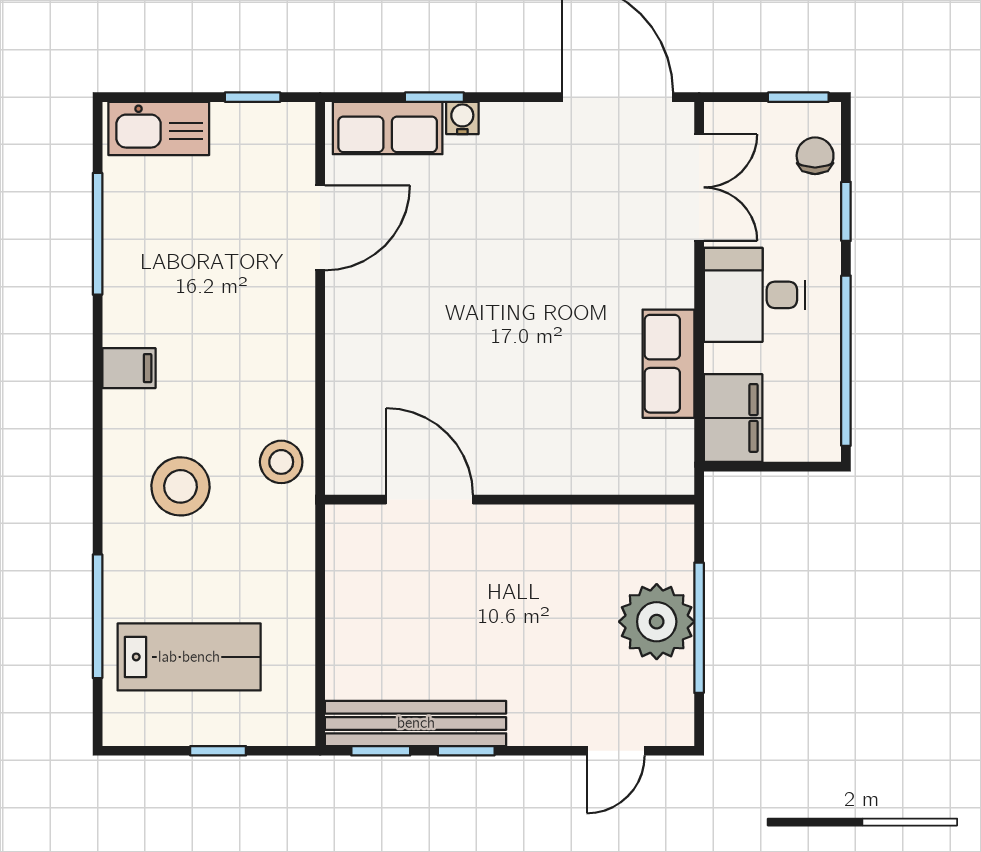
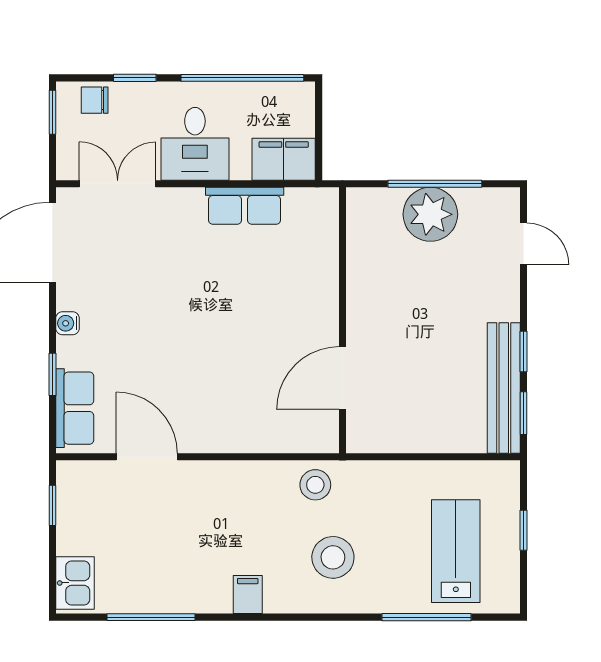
water cooler: (462, 118) -> (68, 323), moved
kitchen sink: (159, 128) -> (75, 583), width x0.73

